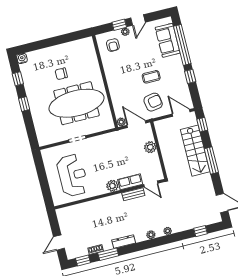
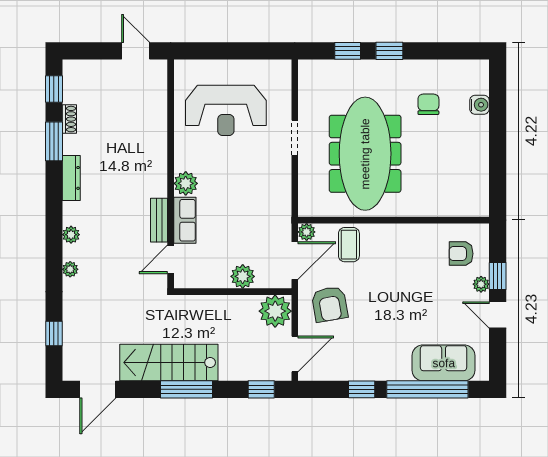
water cooler: (22, 58) -> (480, 105), moved
chair: (61, 74) -> (428, 104), moved
coffee table: (151, 77) -> (349, 245), moved
window: (18, 79) -> (348, 51), moved
plant: (163, 127) -> (275, 311), added
stairs: (195, 151) -> (169, 363), moved
door: (59, 243) -> (136, 51), moved

